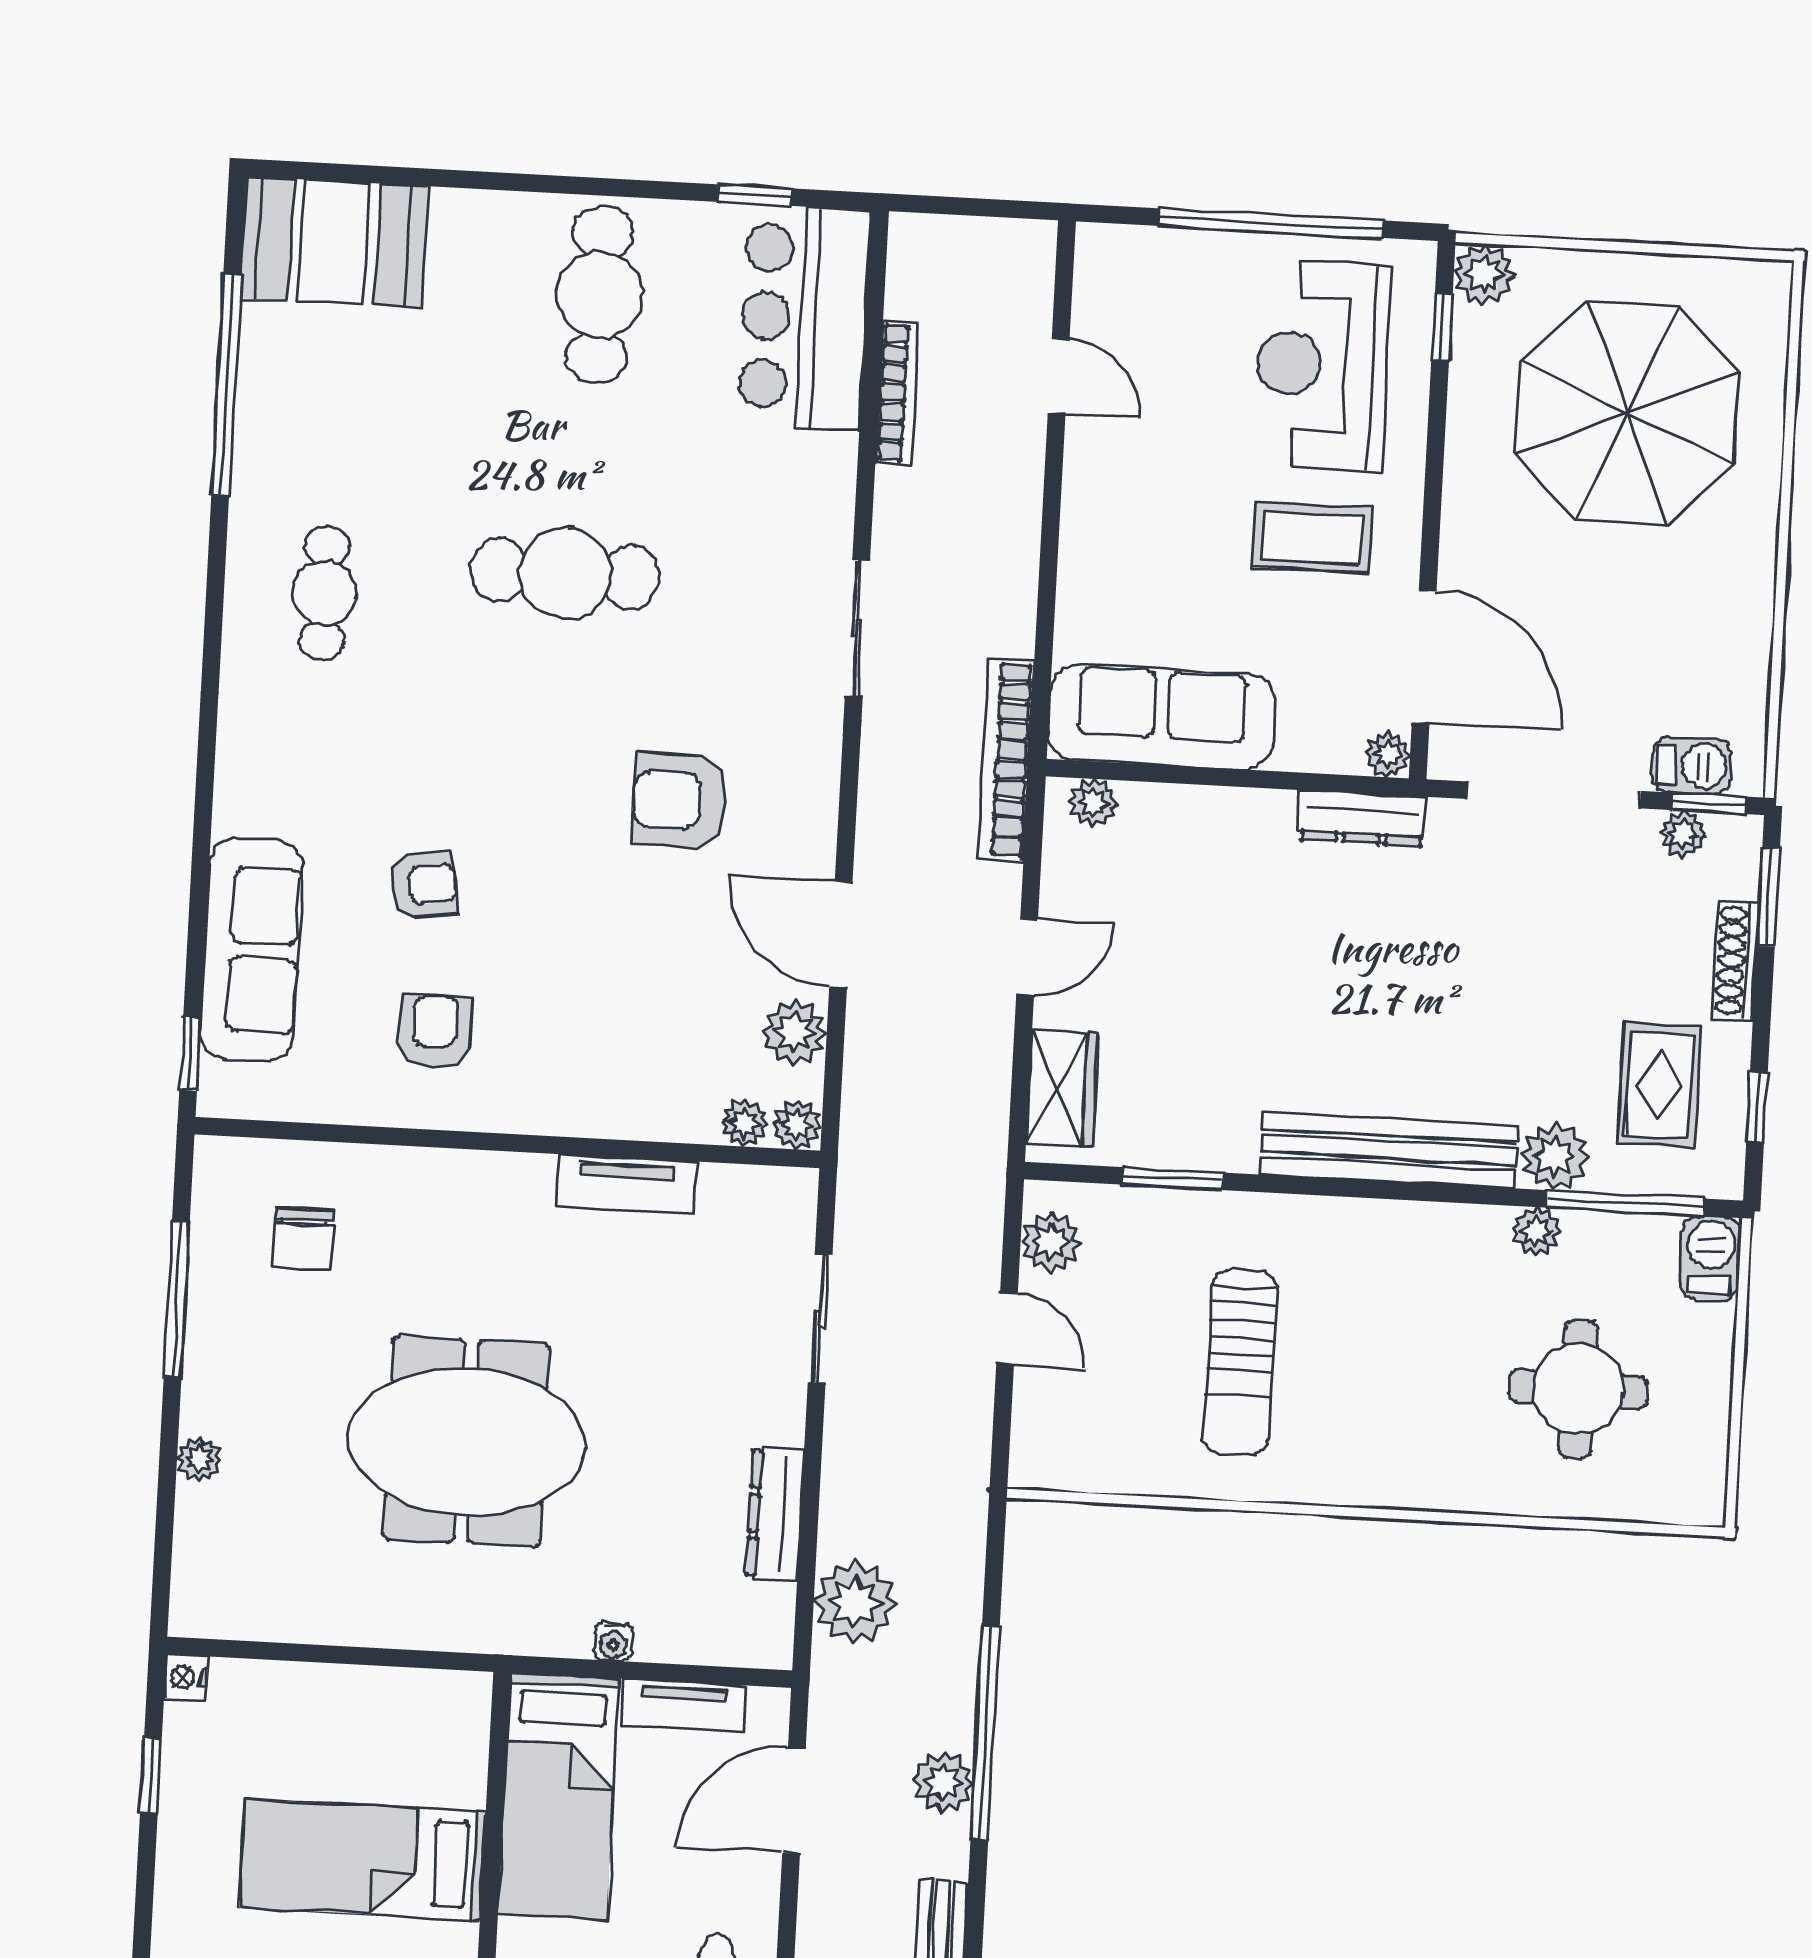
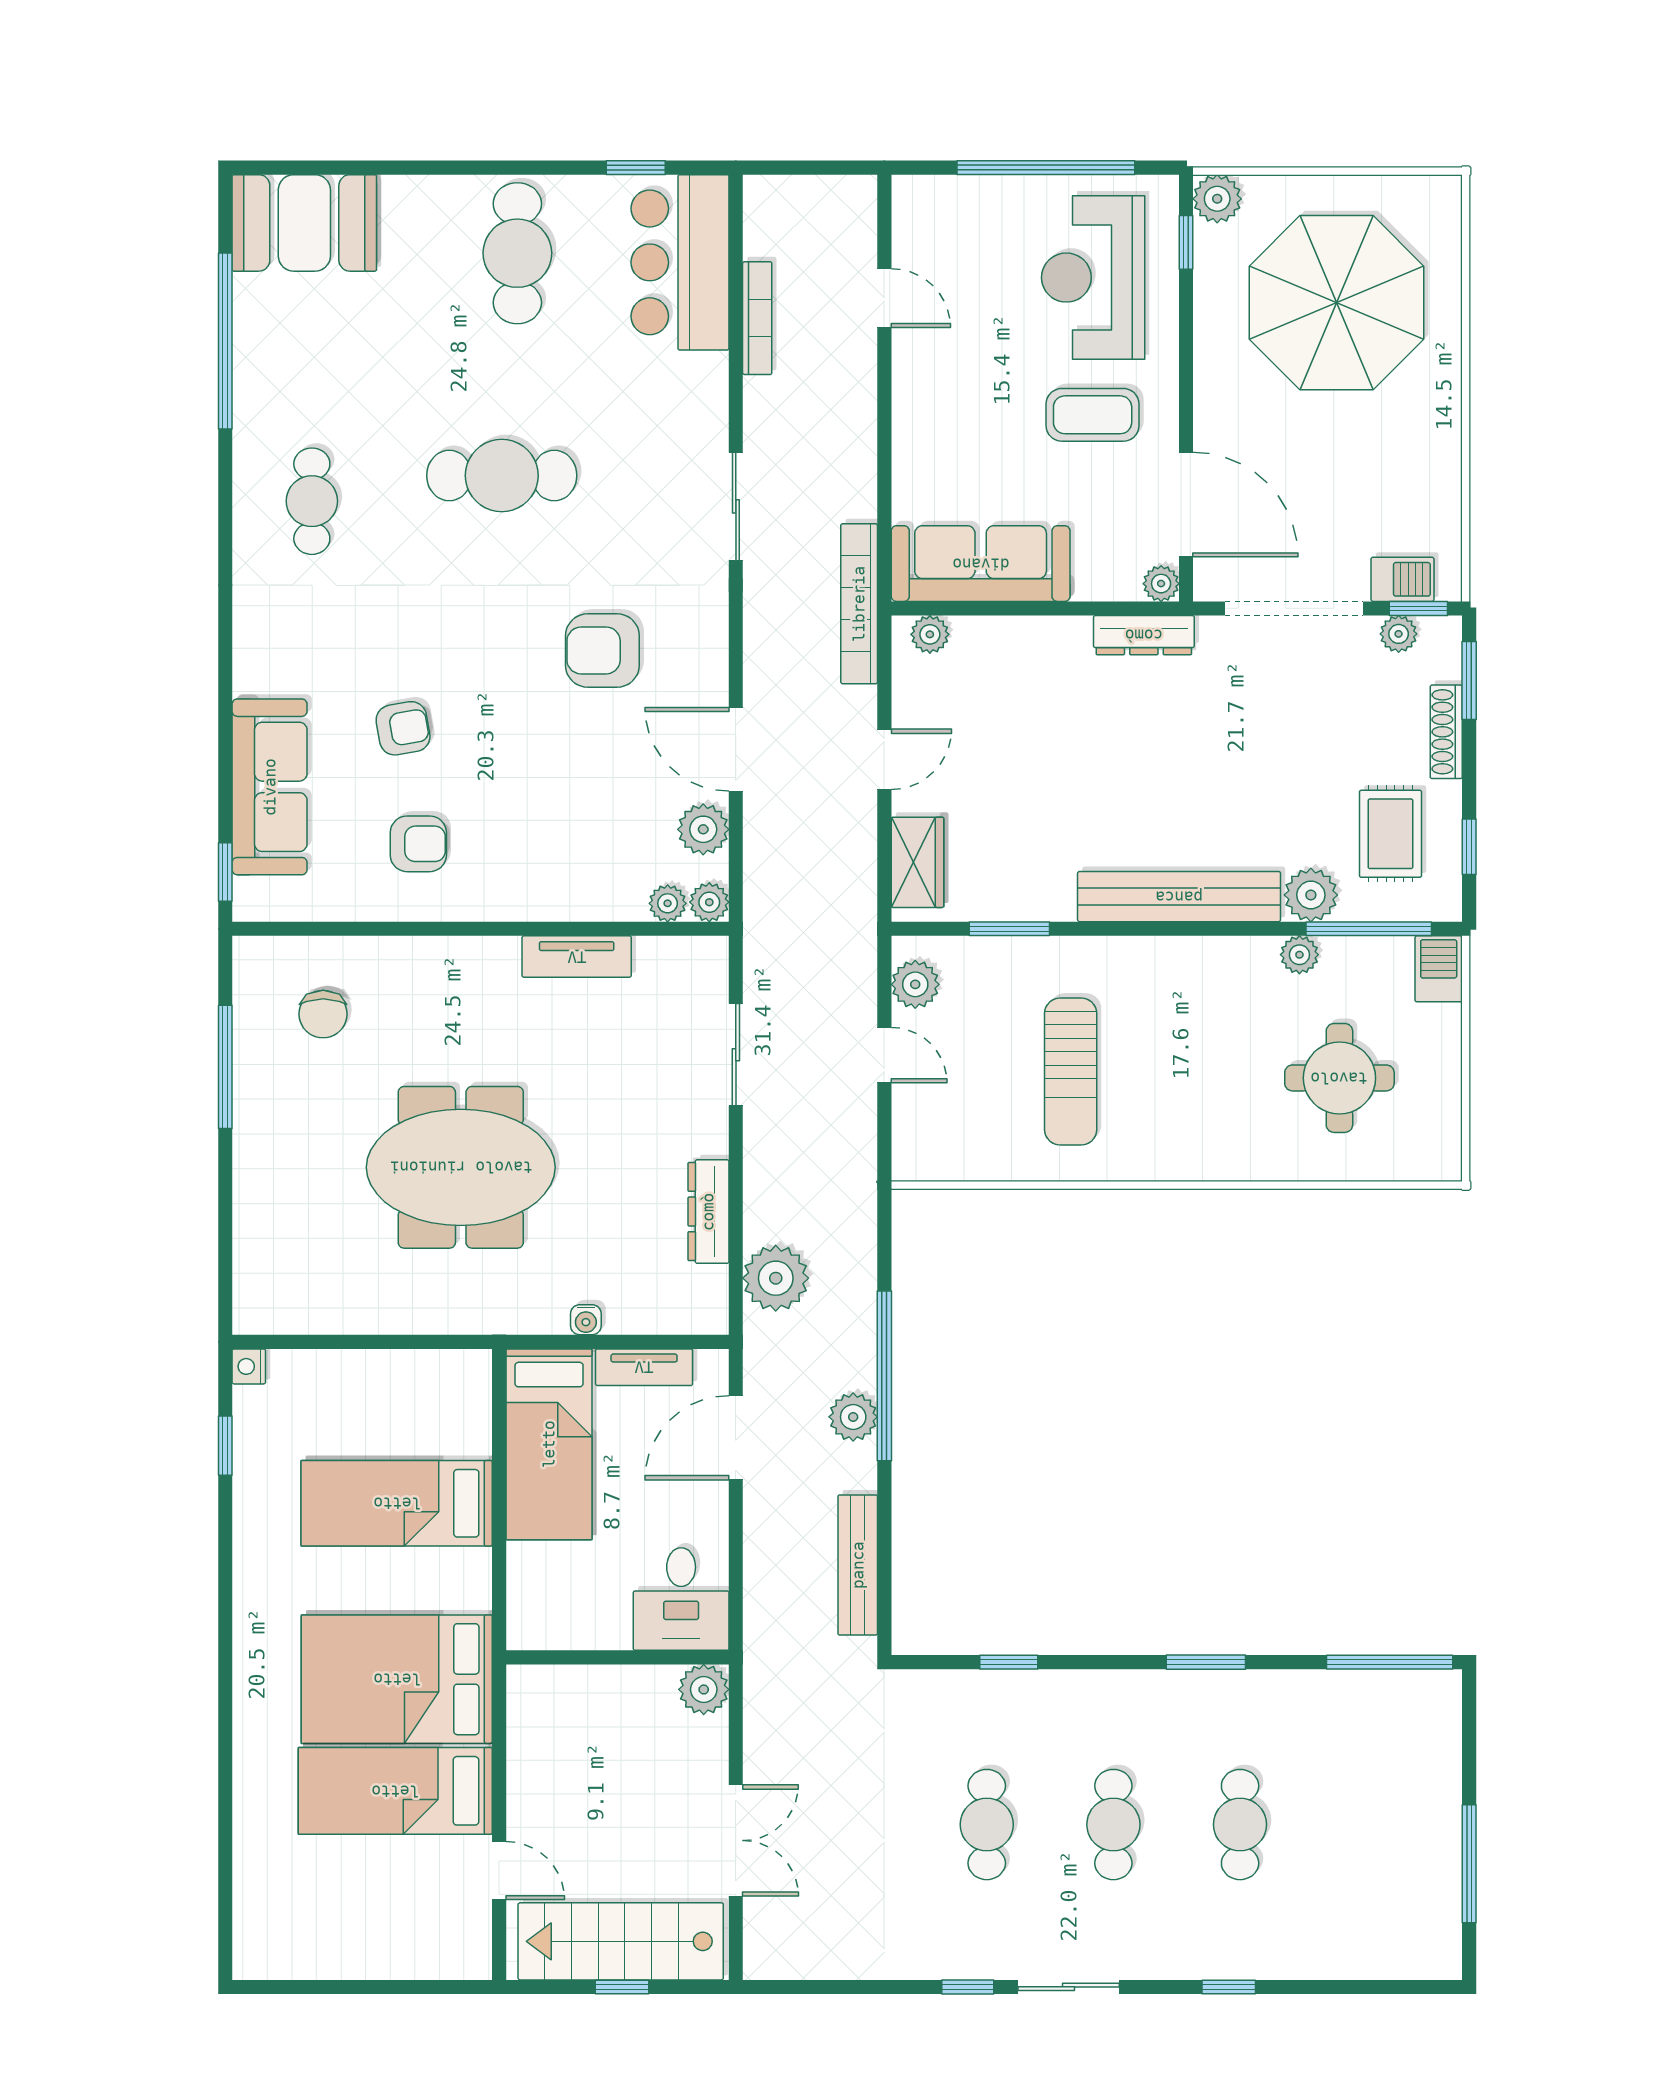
armchair: (435, 1031) -> (418, 844), turned 90
plant: (199, 1459) -> (250, 1193), removed

